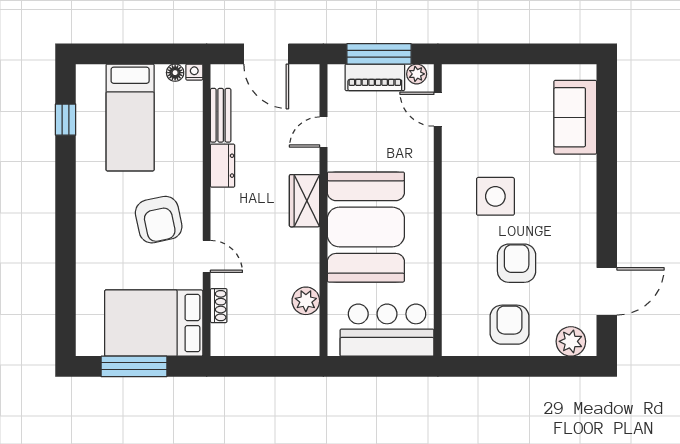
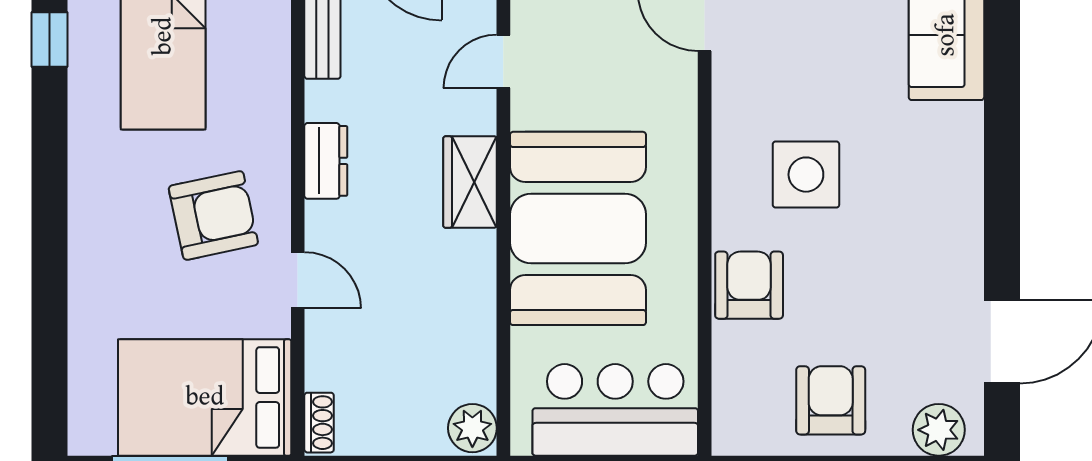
dresser: (223, 166) -> (326, 161), moved
armchair: (159, 220) -> (213, 215), turned -90
armchair: (517, 263) -> (749, 285), moved
plant: (306, 301) -> (472, 428), moved
shoe rack: (219, 306) -> (319, 423), moved

